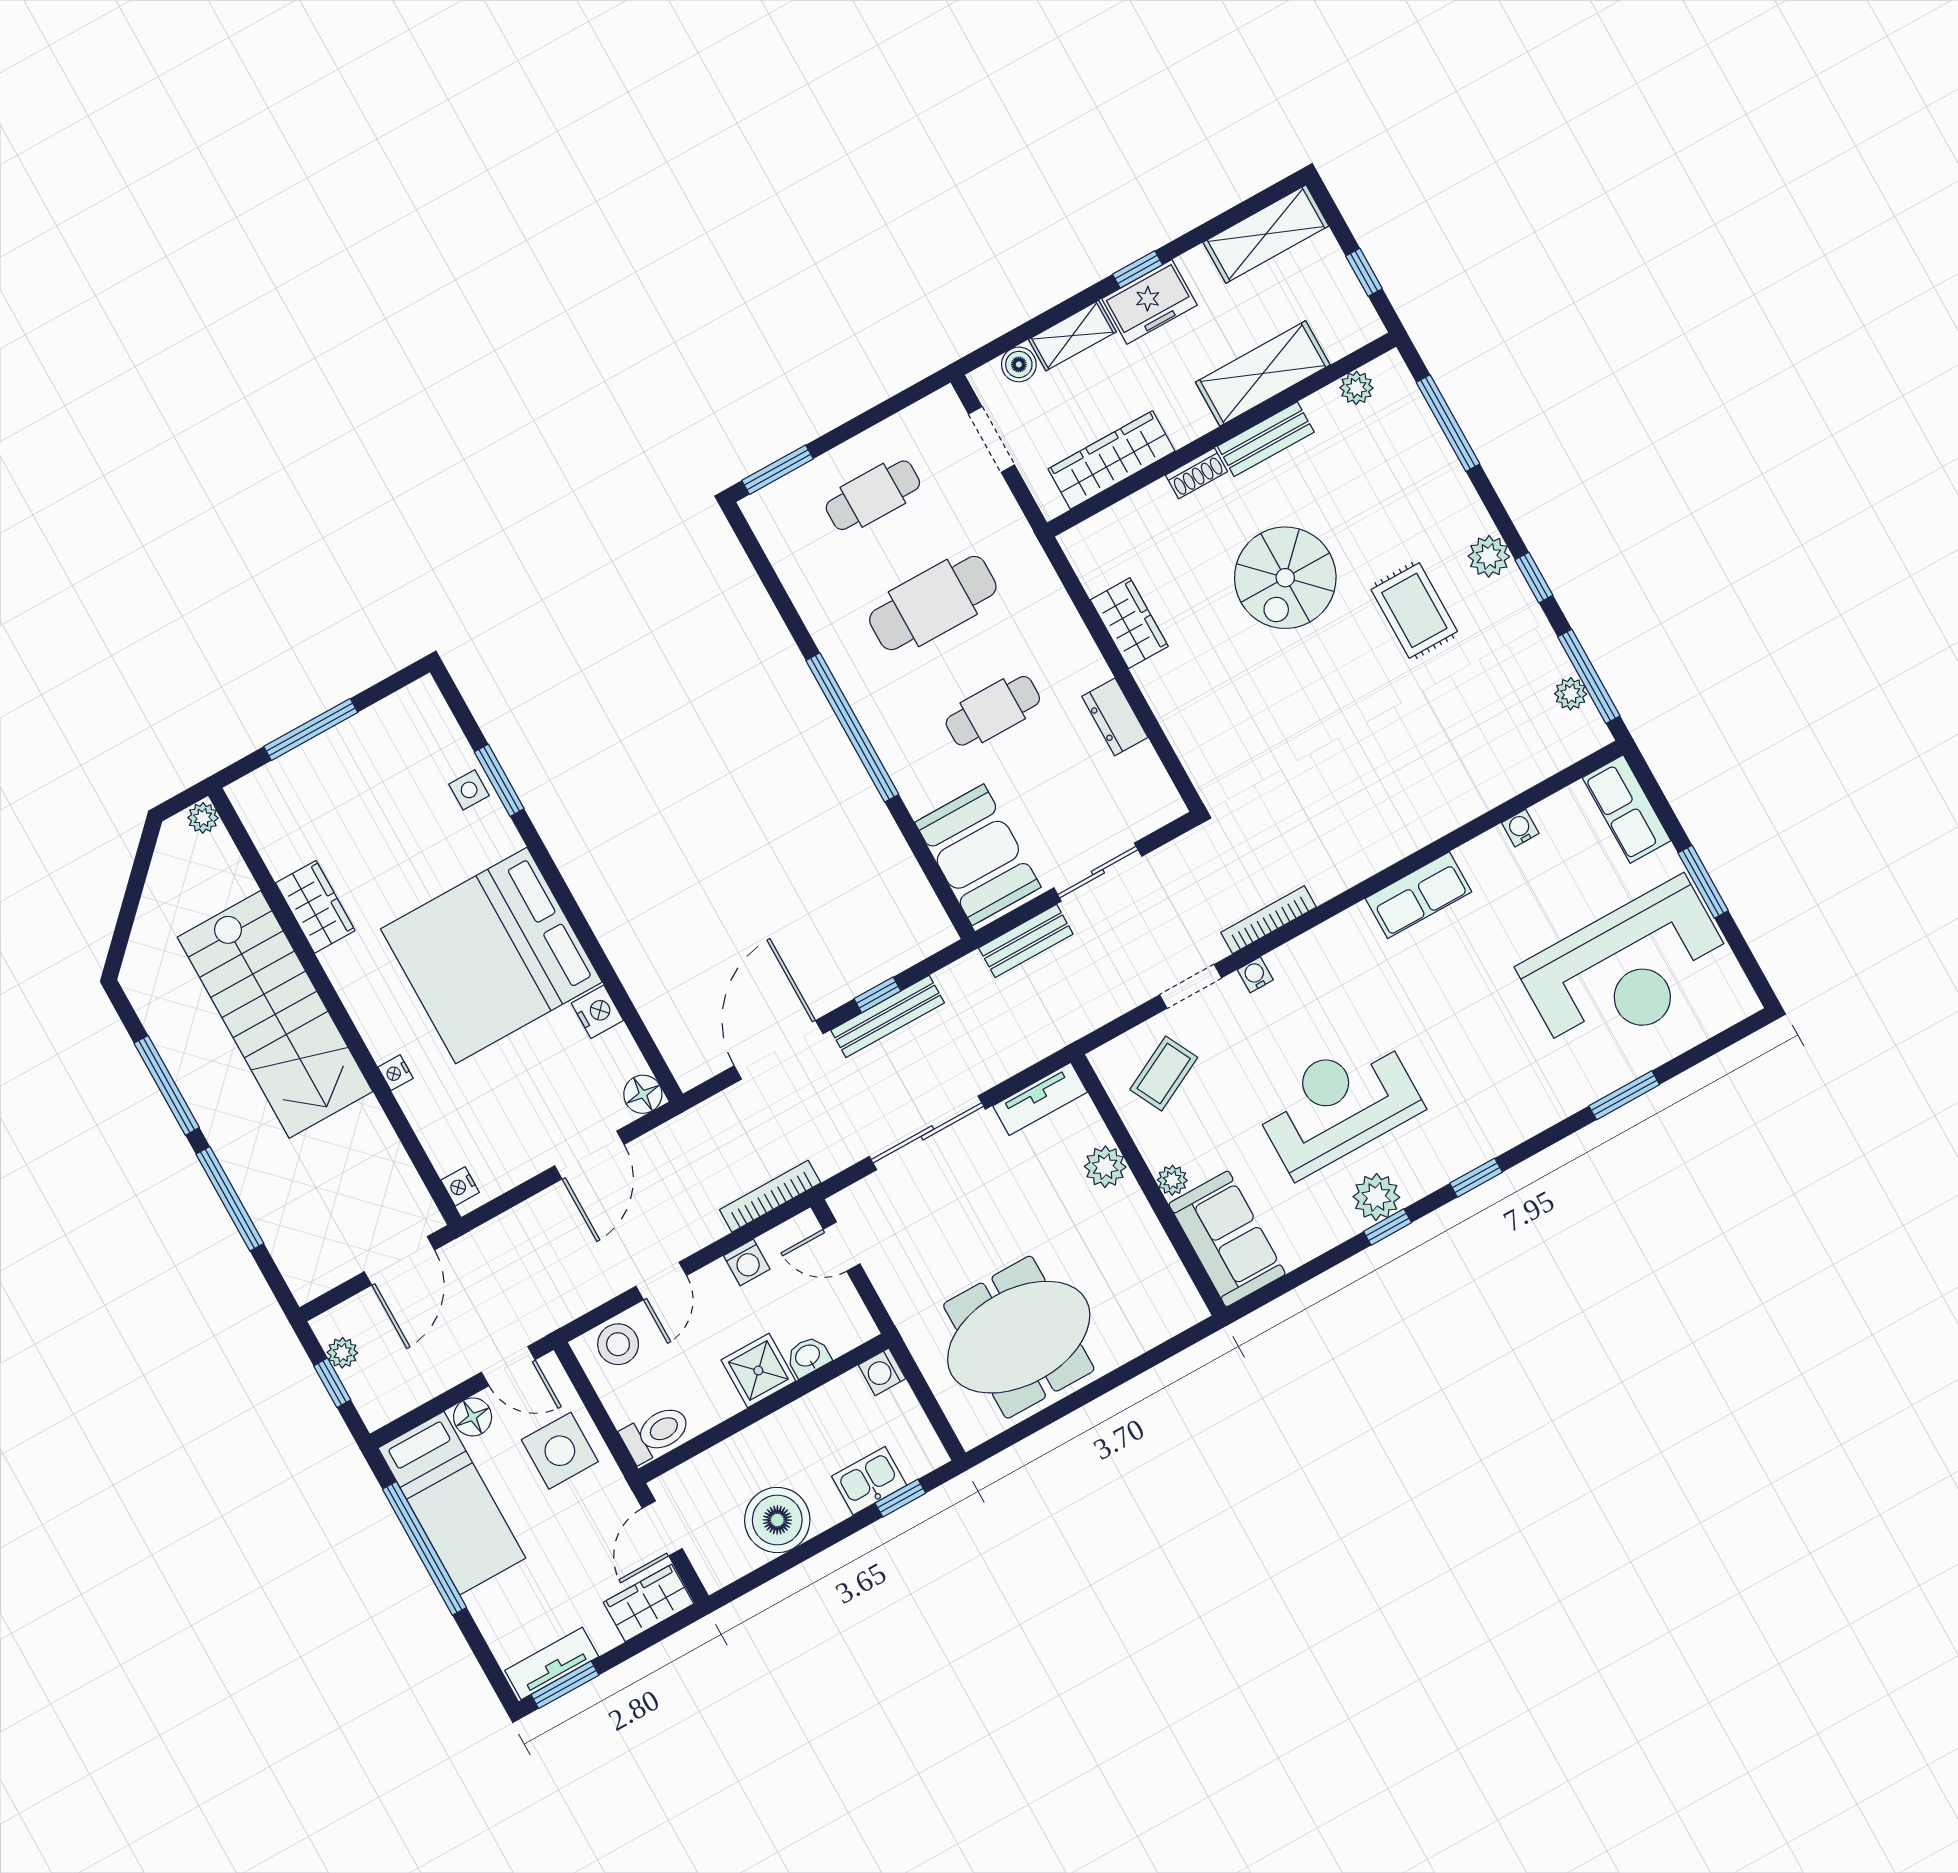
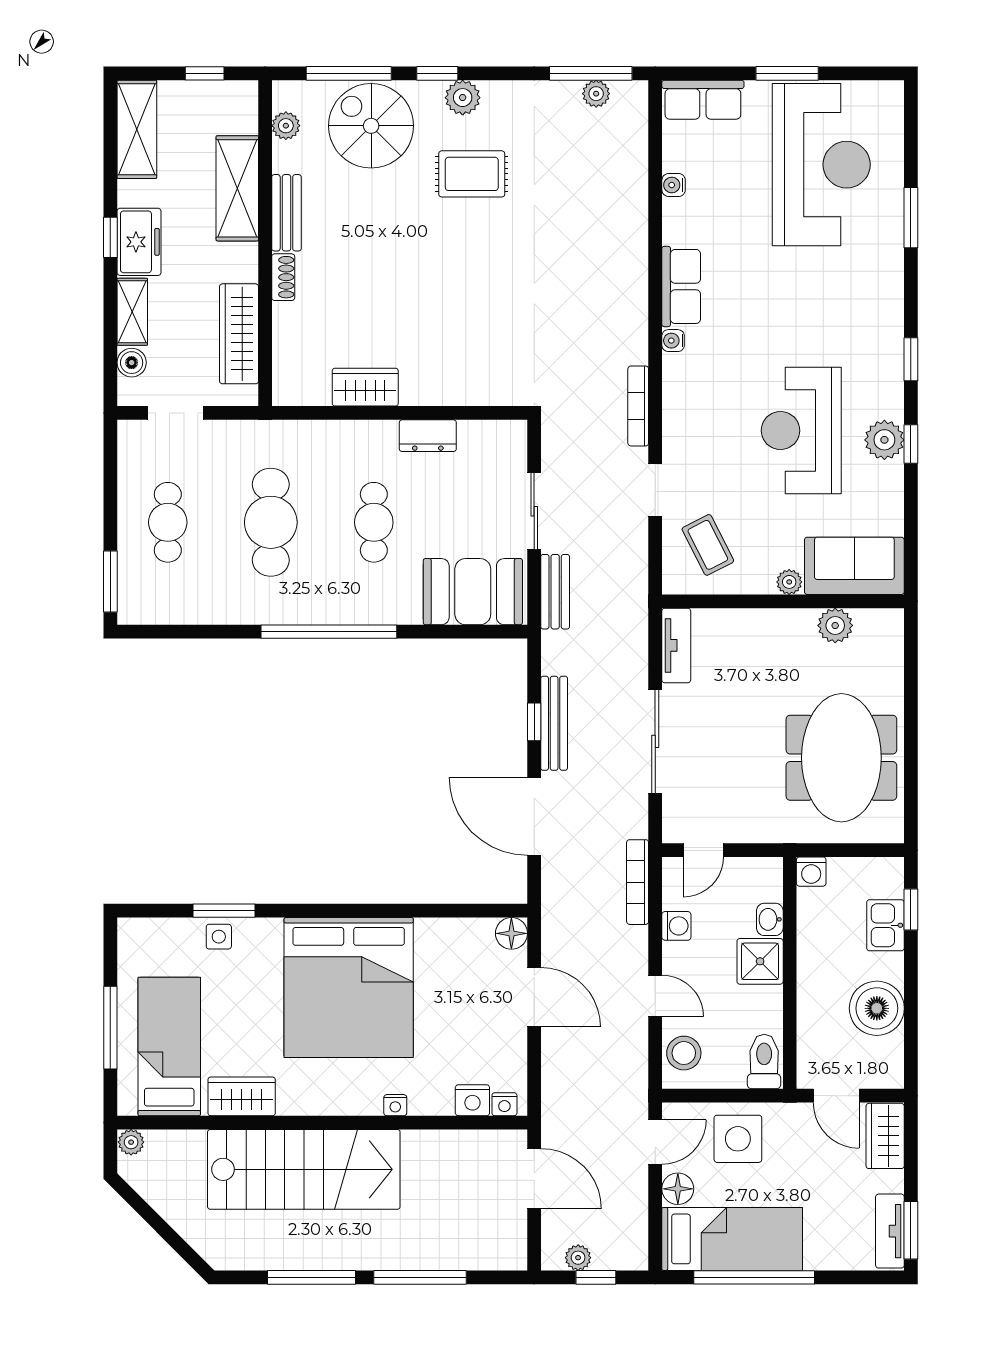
spiral stairs: (1285, 578) -> (371, 126), moved, turned 180
window: (1534, 578) -> (437, 73), moved
bed: (325, 802) -> (169, 1047), added
water cooler: (1255, 975) -> (673, 341), moved
nightstand: (597, 1012) -> (472, 1100), moved, turned 180
plant: (1105, 1167) -> (835, 625), moved

